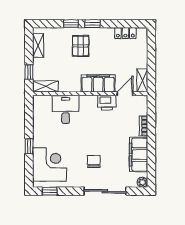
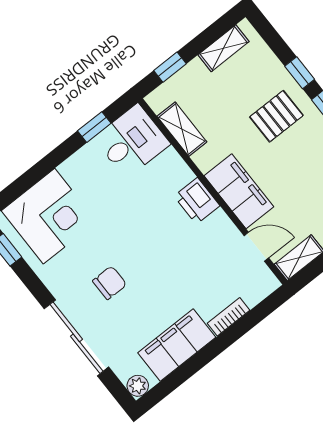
shelving: (45, 86) -> (182, 129), moved
printer: (107, 103) -> (197, 201), moved
desk: (66, 109) -> (132, 141), moved
window: (29, 146) -> (94, 127), moved

